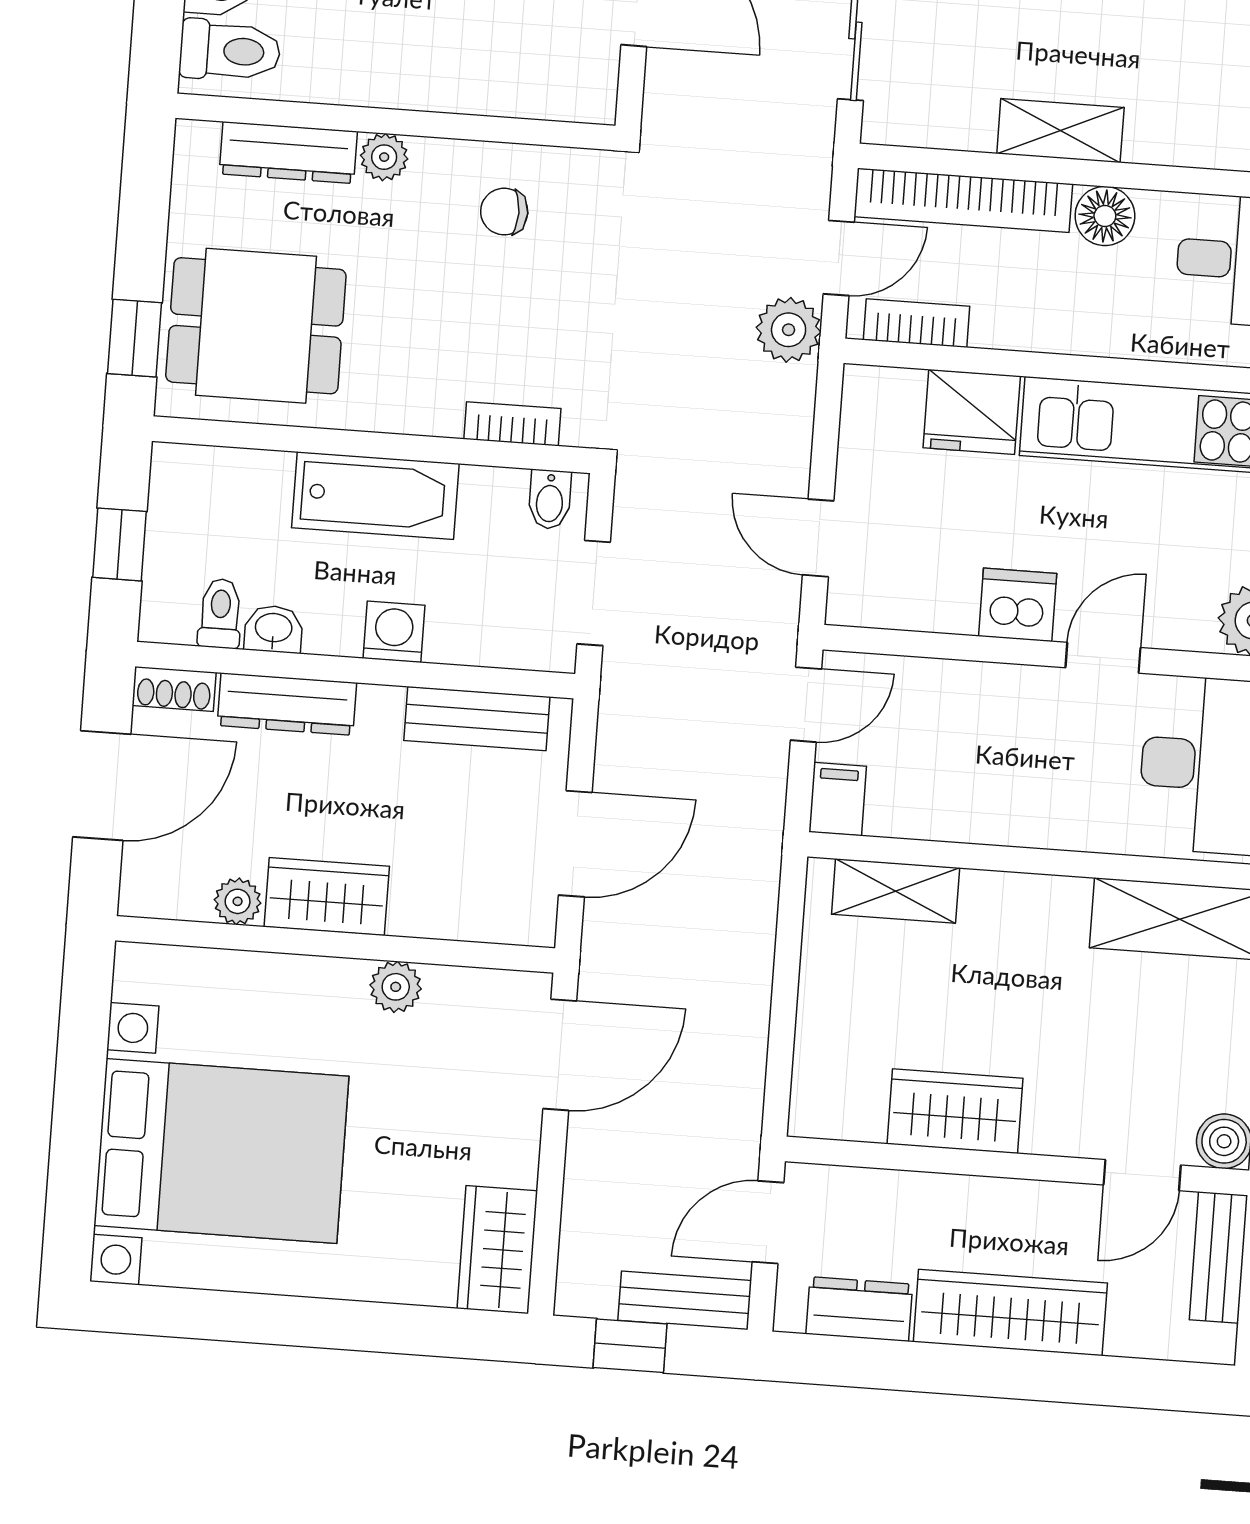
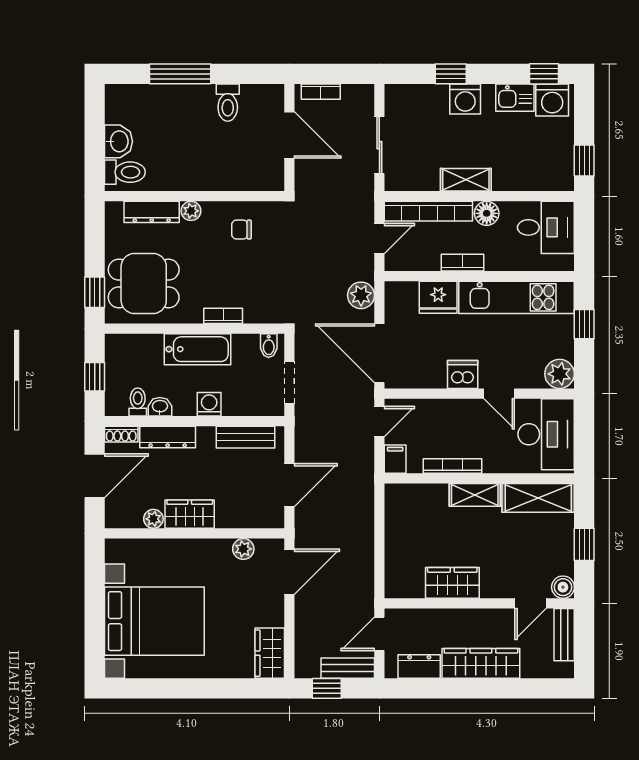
bookcase: (916, 323) -> (462, 263), moved
plant: (789, 330) -> (361, 295), moved
bookcase: (512, 424) -> (223, 316), moved
door: (818, 538) -> (379, 353), width x1.88
door: (1103, 658) -> (499, 394), swing flipped
bookcase: (977, 826) -> (453, 466), added
shelving: (896, 891) -> (475, 495), moved
plant: (396, 987) -> (243, 549), moved

